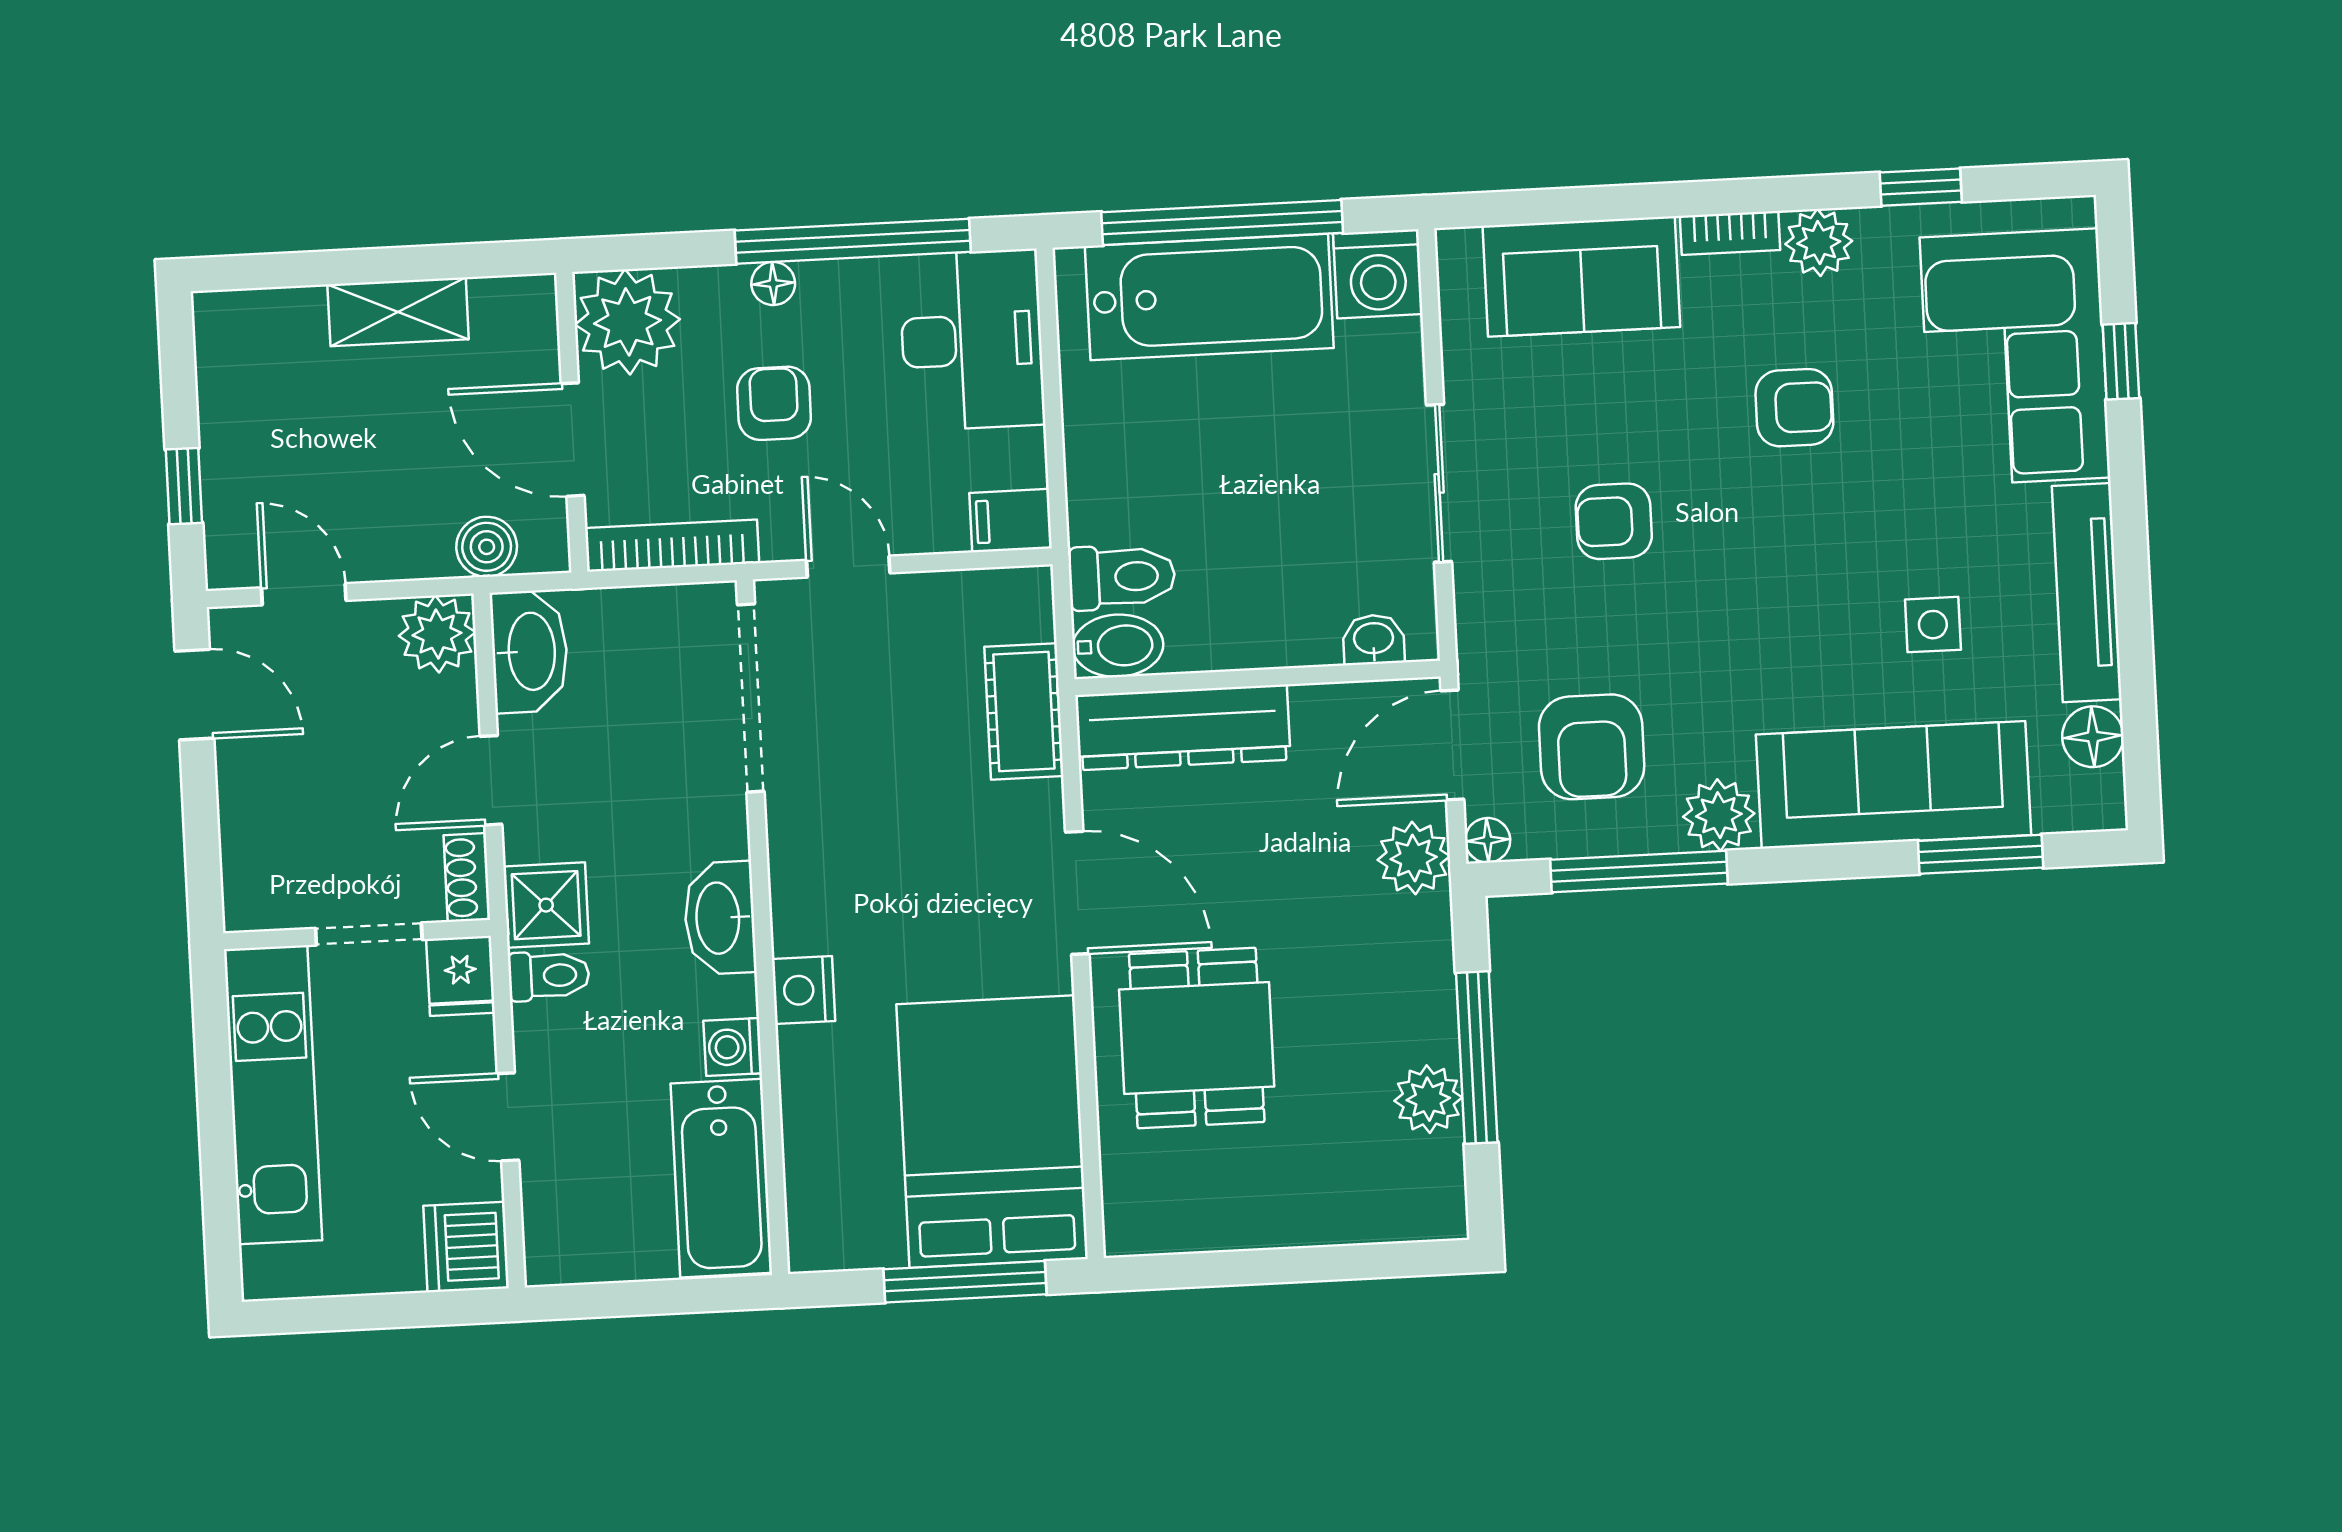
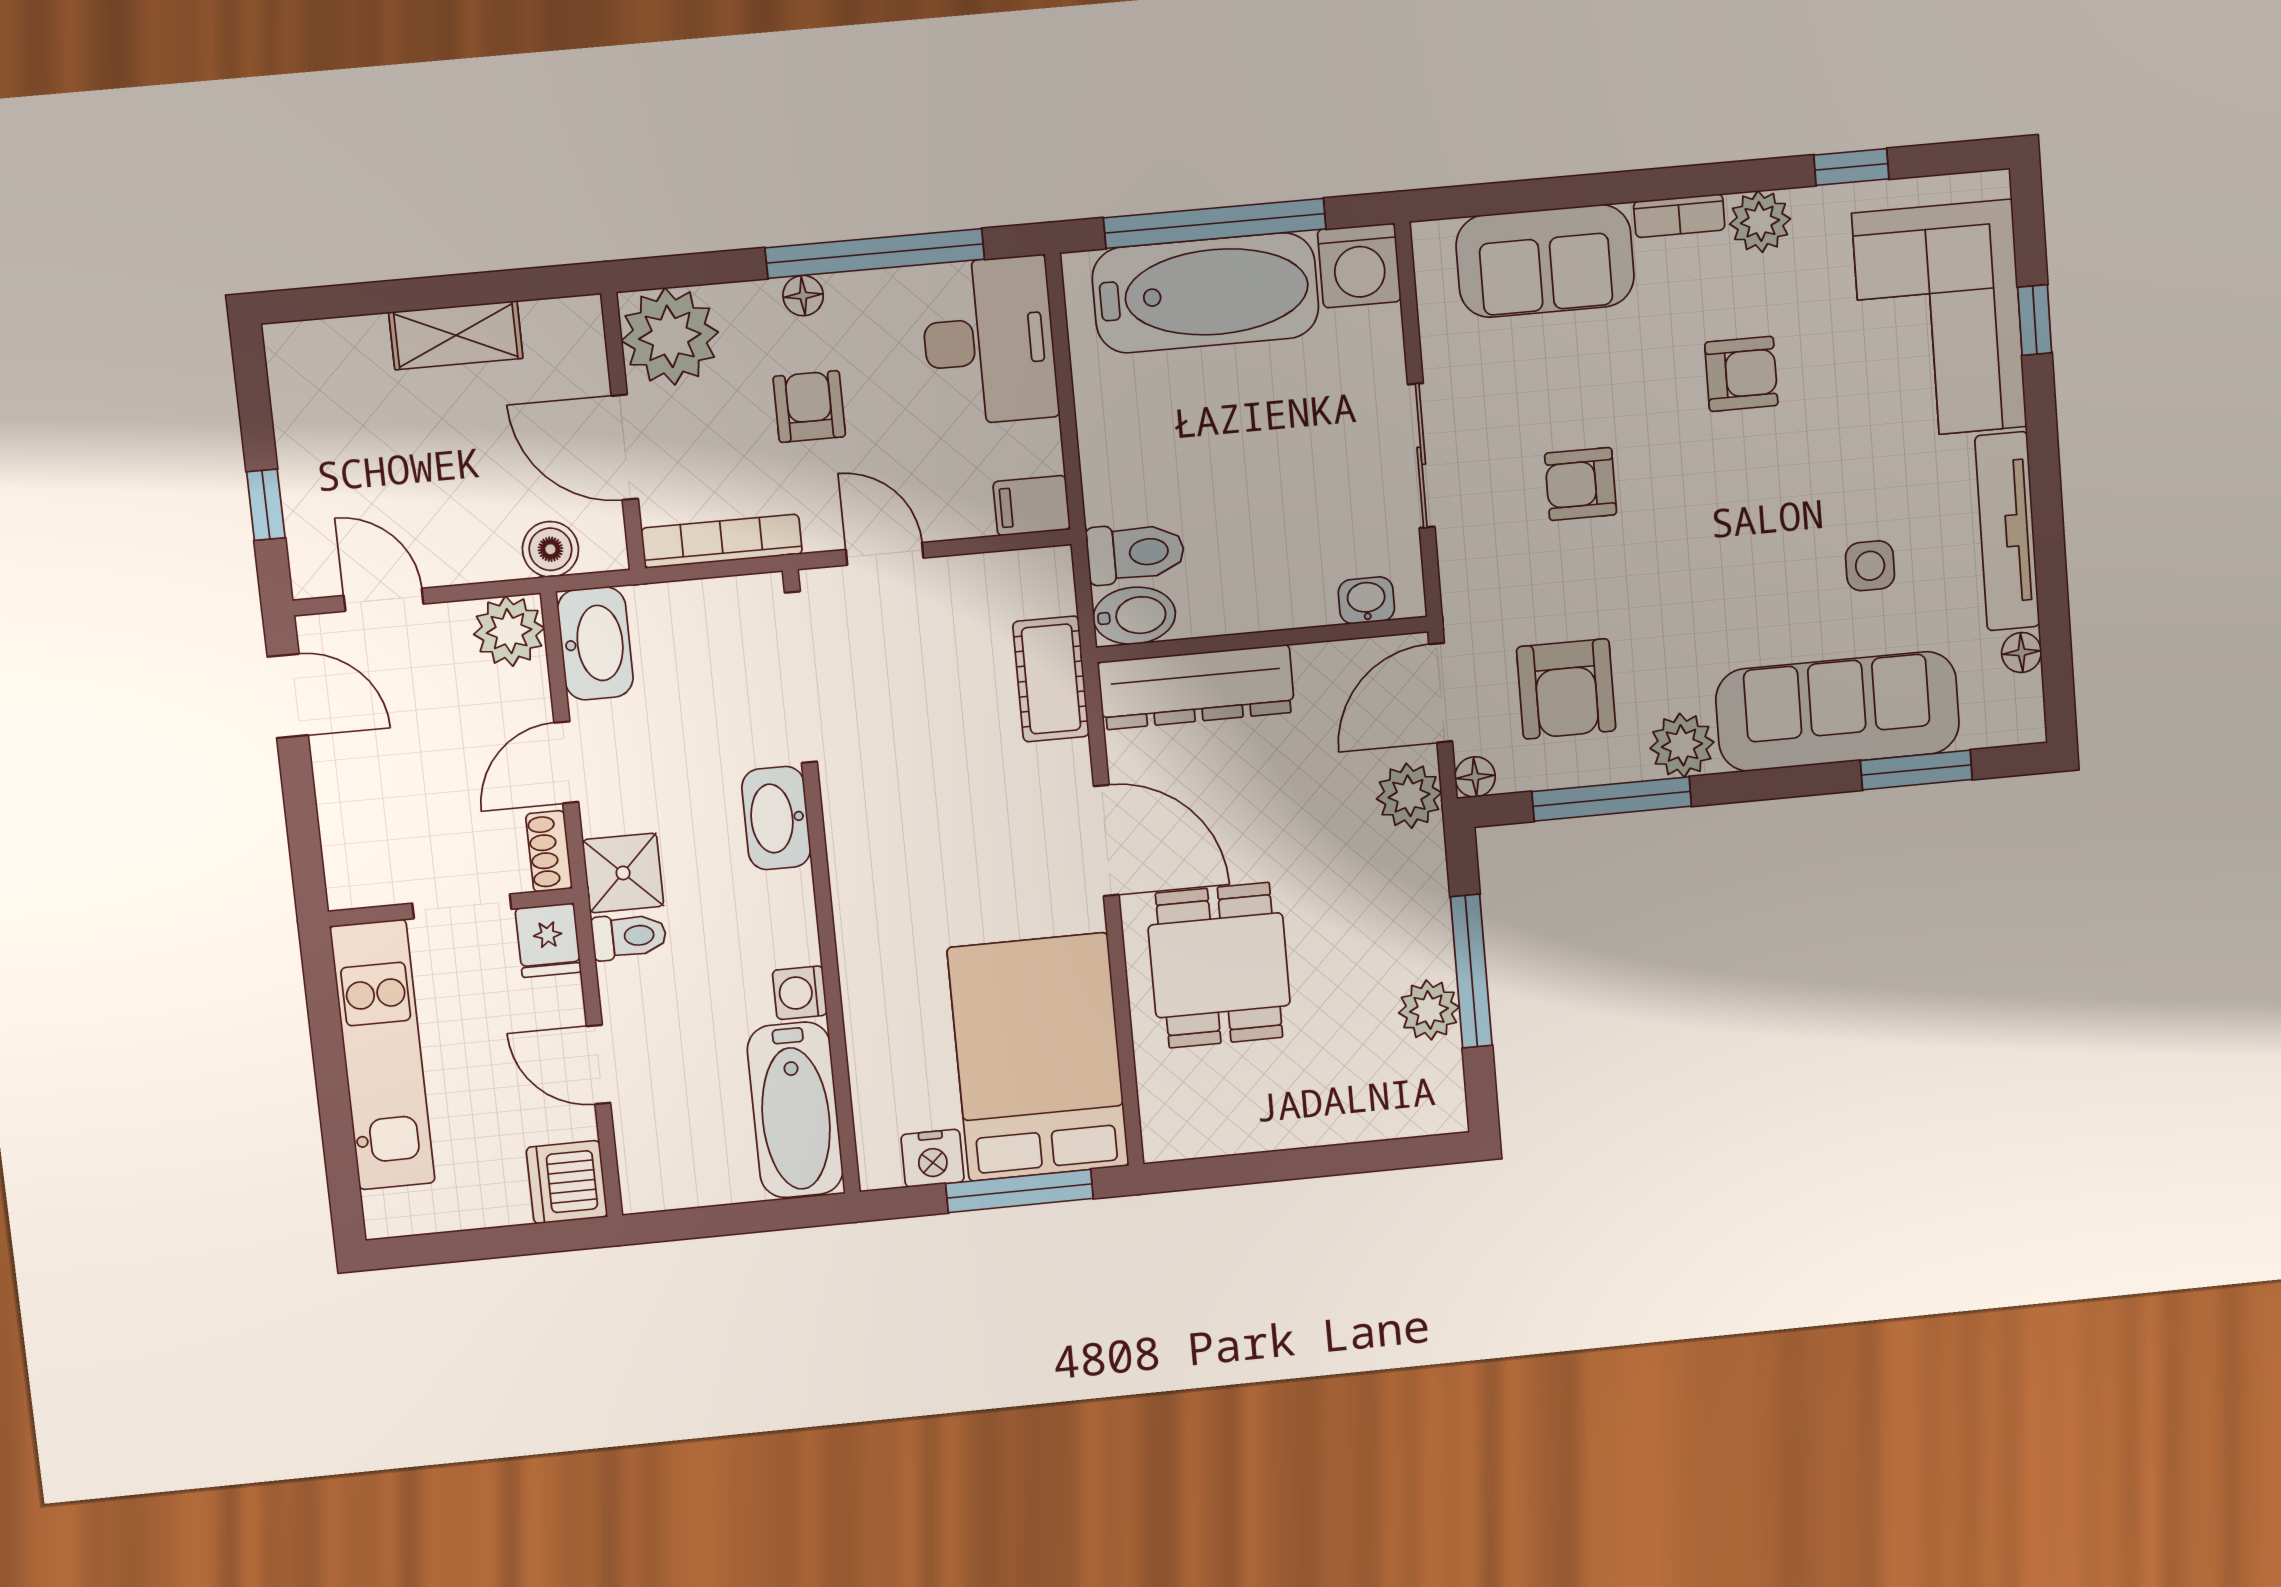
floor lamp: (2093, 737) -> (2022, 652), width x0.73, depth x0.73
washbasin: (720, 918) -> (776, 818), moved
nightstand: (804, 990) -> (932, 1158), moved, turned -90

